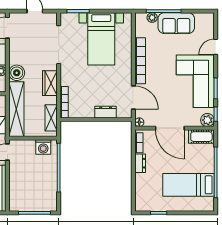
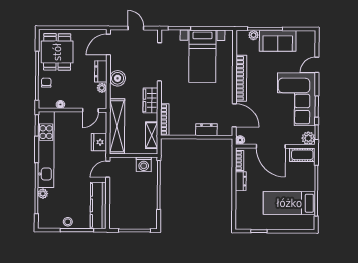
boiler: (17, 73) -> (118, 78), moved

